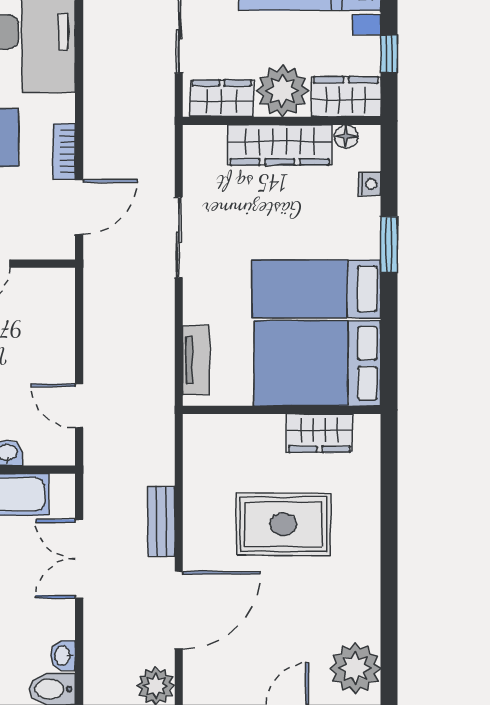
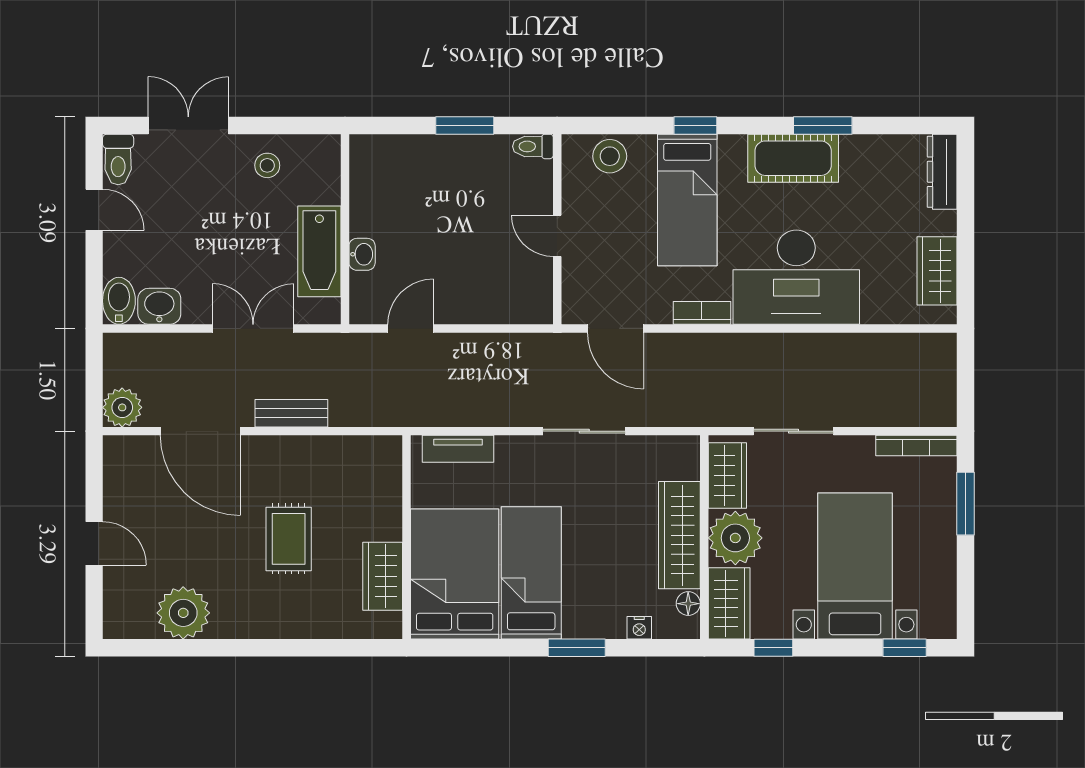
bookcase: (64, 151) -> (702, 313), moved
rug: (283, 524) -> (289, 539), width x0.73, depth x0.70
washbasin: (63, 656) -> (159, 306), width x1.38, depth x1.45
plant: (355, 668) -> (183, 613), moved

